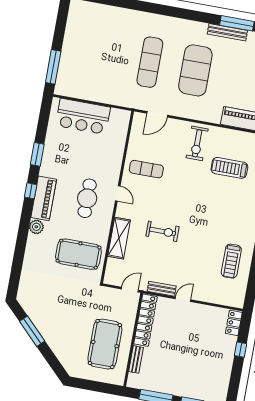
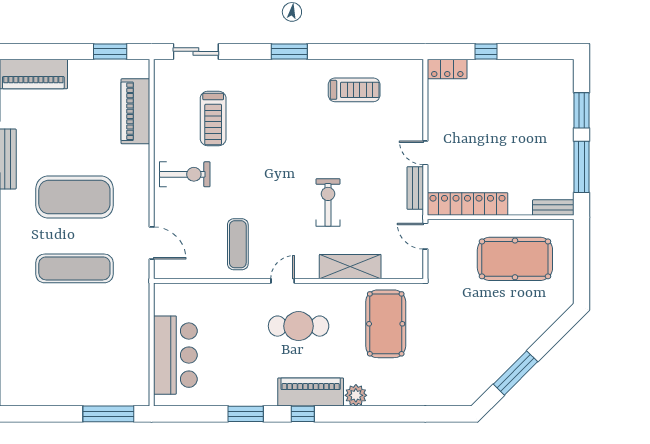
bench: (136, 359) -> (553, 208), moved

